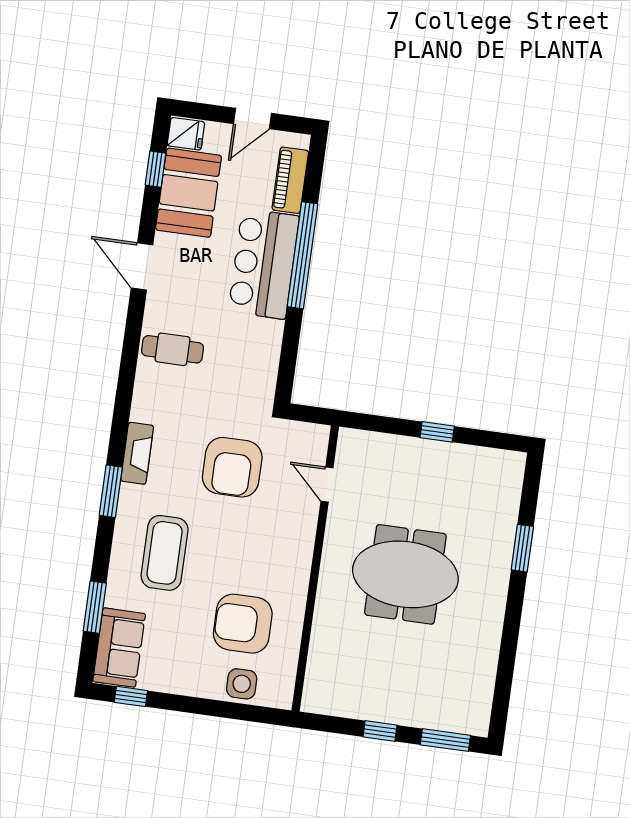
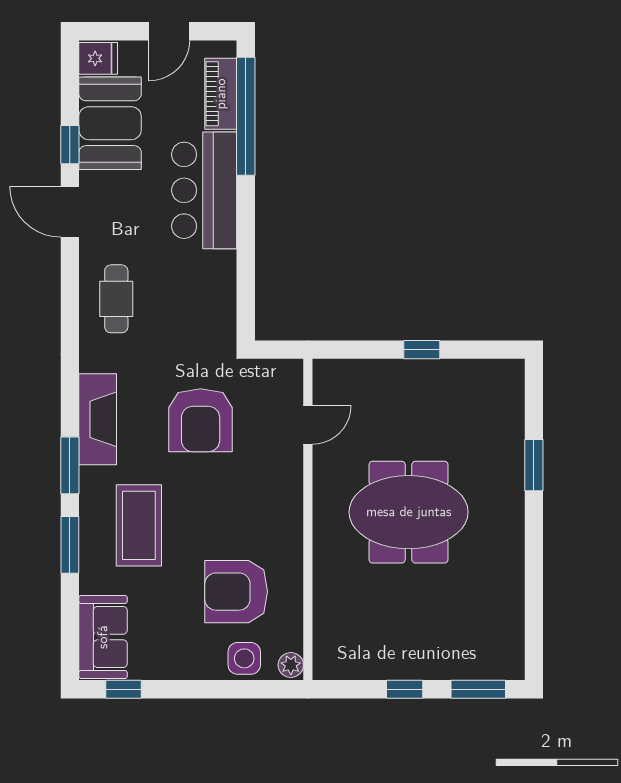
window: (155, 169) -> (70, 145), moved
window: (303, 255) -> (246, 116), moved
cafe table: (173, 349) -> (116, 299), turned 90
fireplace: (137, 453) -> (98, 419), width x1.37, depth x1.32
door: (327, 484) -> (308, 425), swing flipped
window: (95, 607) -> (70, 545), moved
plant: (282, 695) -> (291, 665), added

